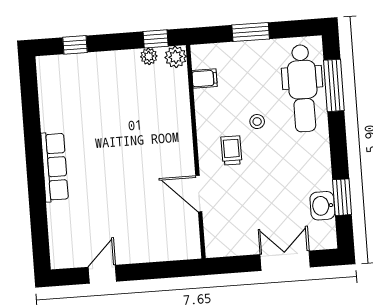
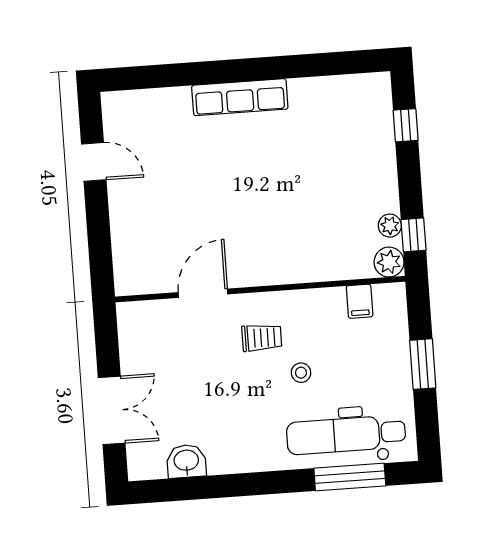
window: (342, 197) -> (198, 488), removed

